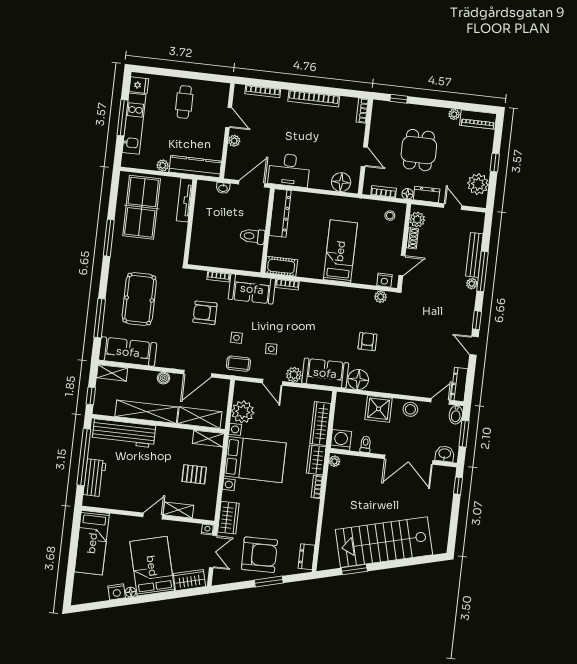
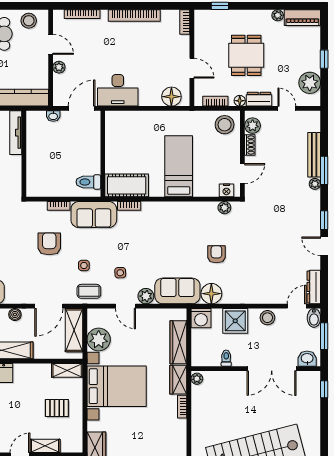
stool: (210, 92) -> (29, 21), added
dresser: (280, 213) -> (114, 135), removed
stool: (390, 216) -> (225, 125), width x1.89, depth x1.89
toilet: (252, 236) -> (88, 182), moved
cot: (281, 266) -> (127, 185), width x1.37, depth x1.34
window: (482, 271) -> (324, 170), width x0.69
armchair: (205, 313) -> (49, 244), turned 90
shelving: (200, 418) -> (74, 330), moved, turned 90
washing machine: (341, 440) -> (201, 318), moved, turned 180

